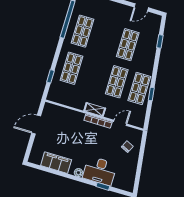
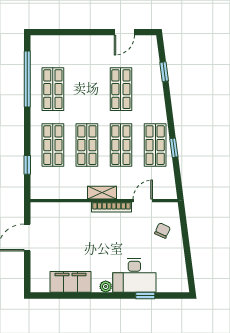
shop shelf: (94, 75) -> (87, 145), added

